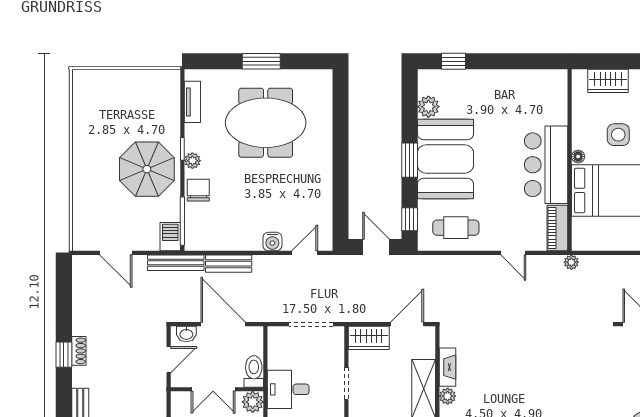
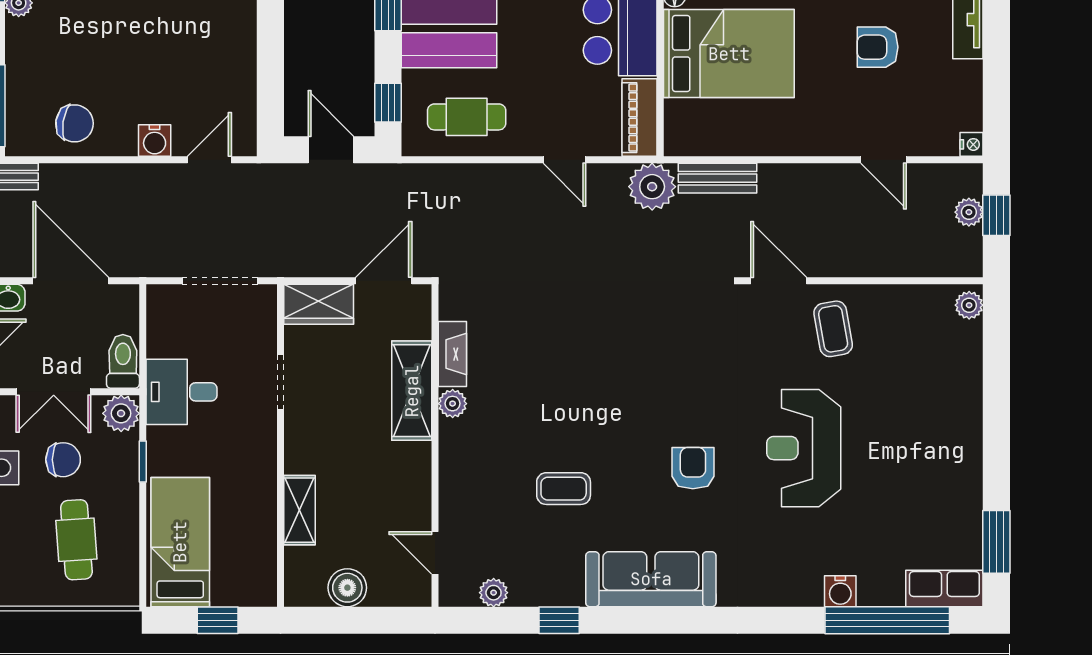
chair: (198, 190) -> (75, 123), moved, turned 99
plant: (571, 262) -> (652, 187), width x1.88, depth x1.88
bench: (229, 264) -> (718, 178), moved

